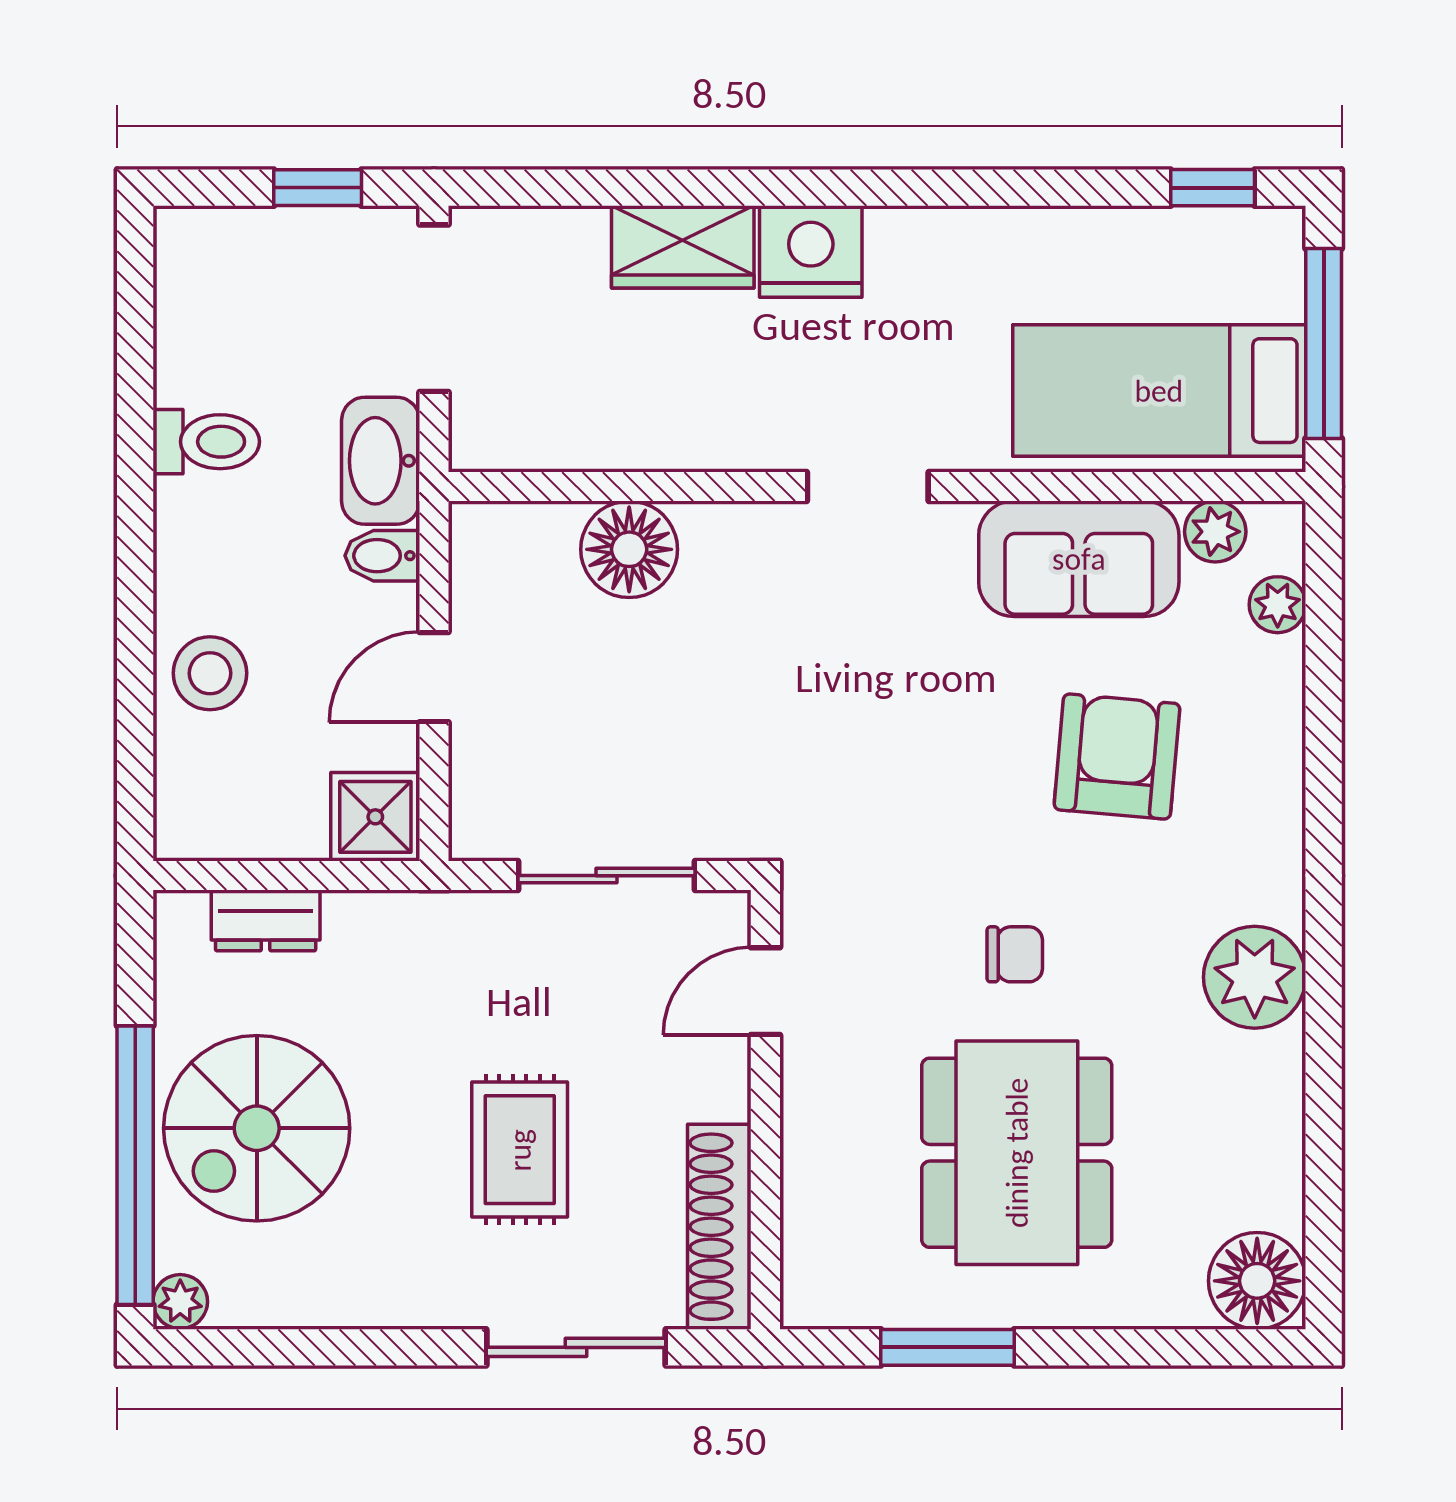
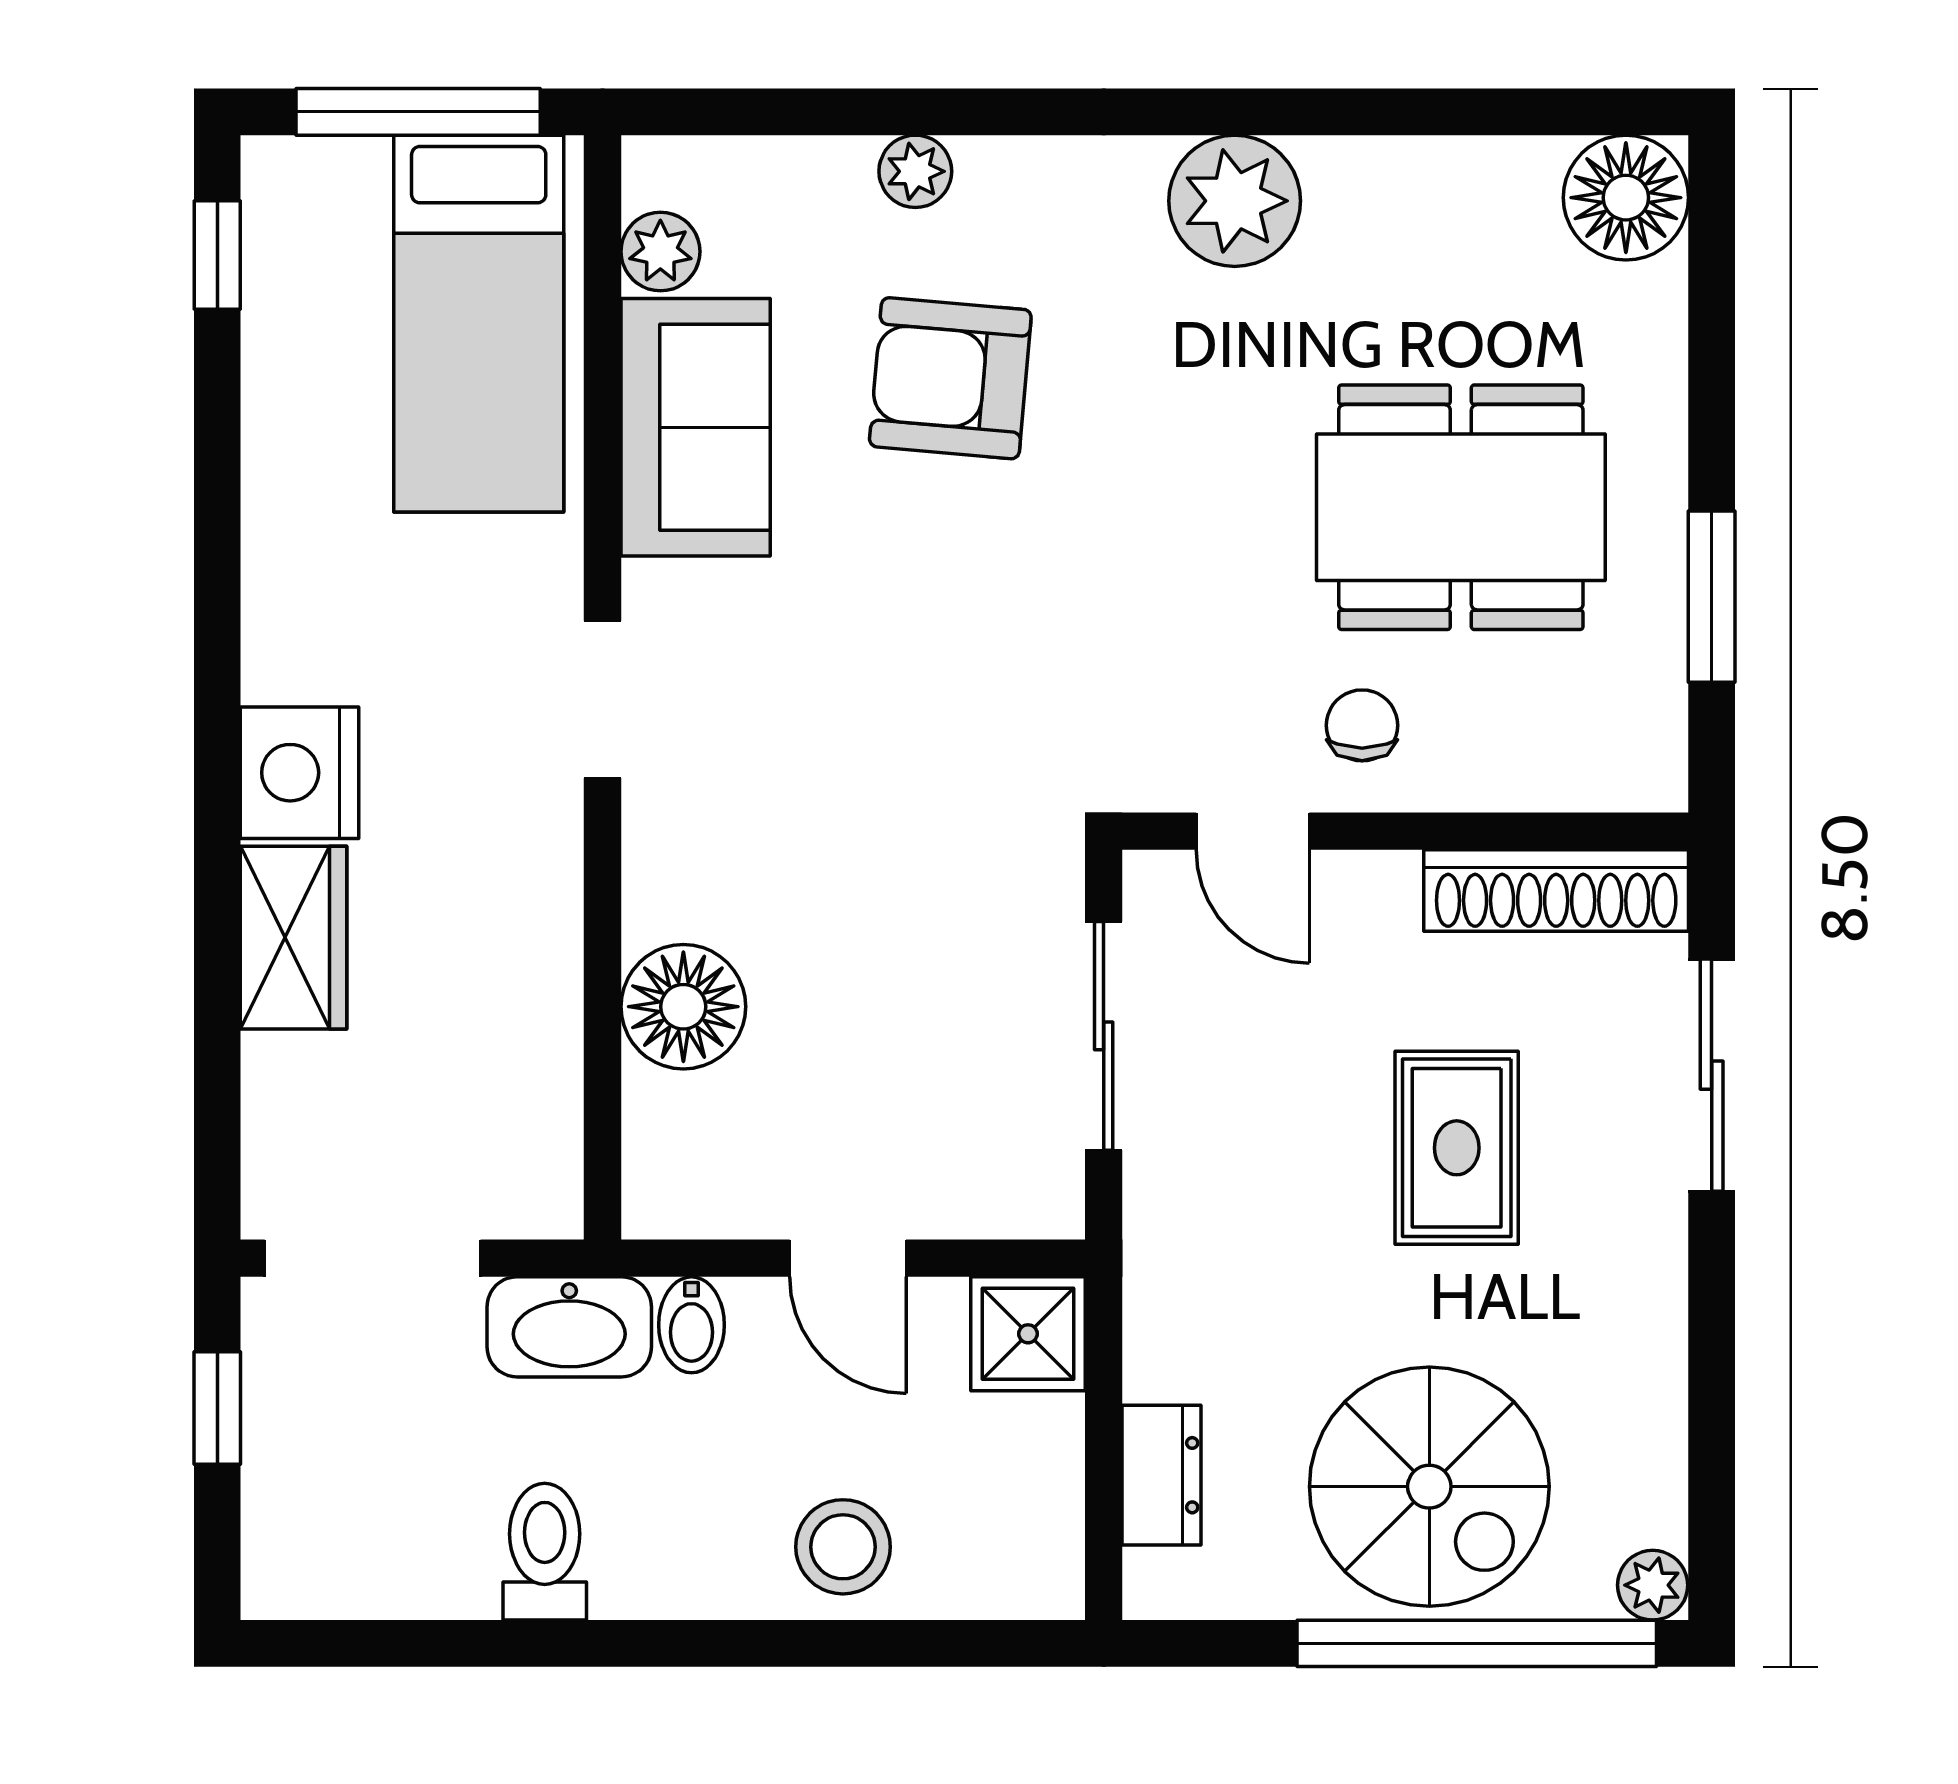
plant: (1278, 605) -> (915, 171), moved
chair: (1015, 954) -> (1362, 725), moved
rug: (520, 1150) -> (1457, 1148), turned 90

